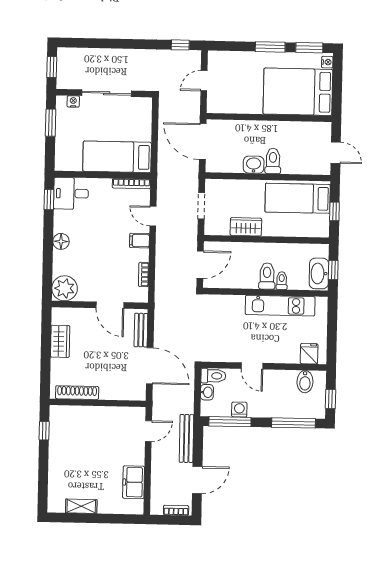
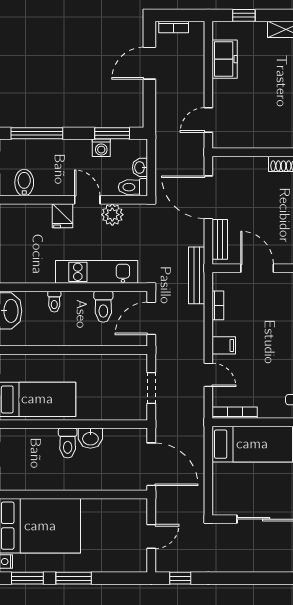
wardrobe: (246, 227) -> (98, 364), removed
toilet: (267, 276) -> (103, 307), moved
kitchen unit: (280, 306) -> (97, 272), moved
plant: (231, 353) -> (112, 215), added
fridge: (309, 354) -> (62, 216), moved
window: (230, 422) -> (112, 133), width x0.69
bench: (186, 438) -> (197, 275), moved
window: (117, 519) -> (244, 15), added

